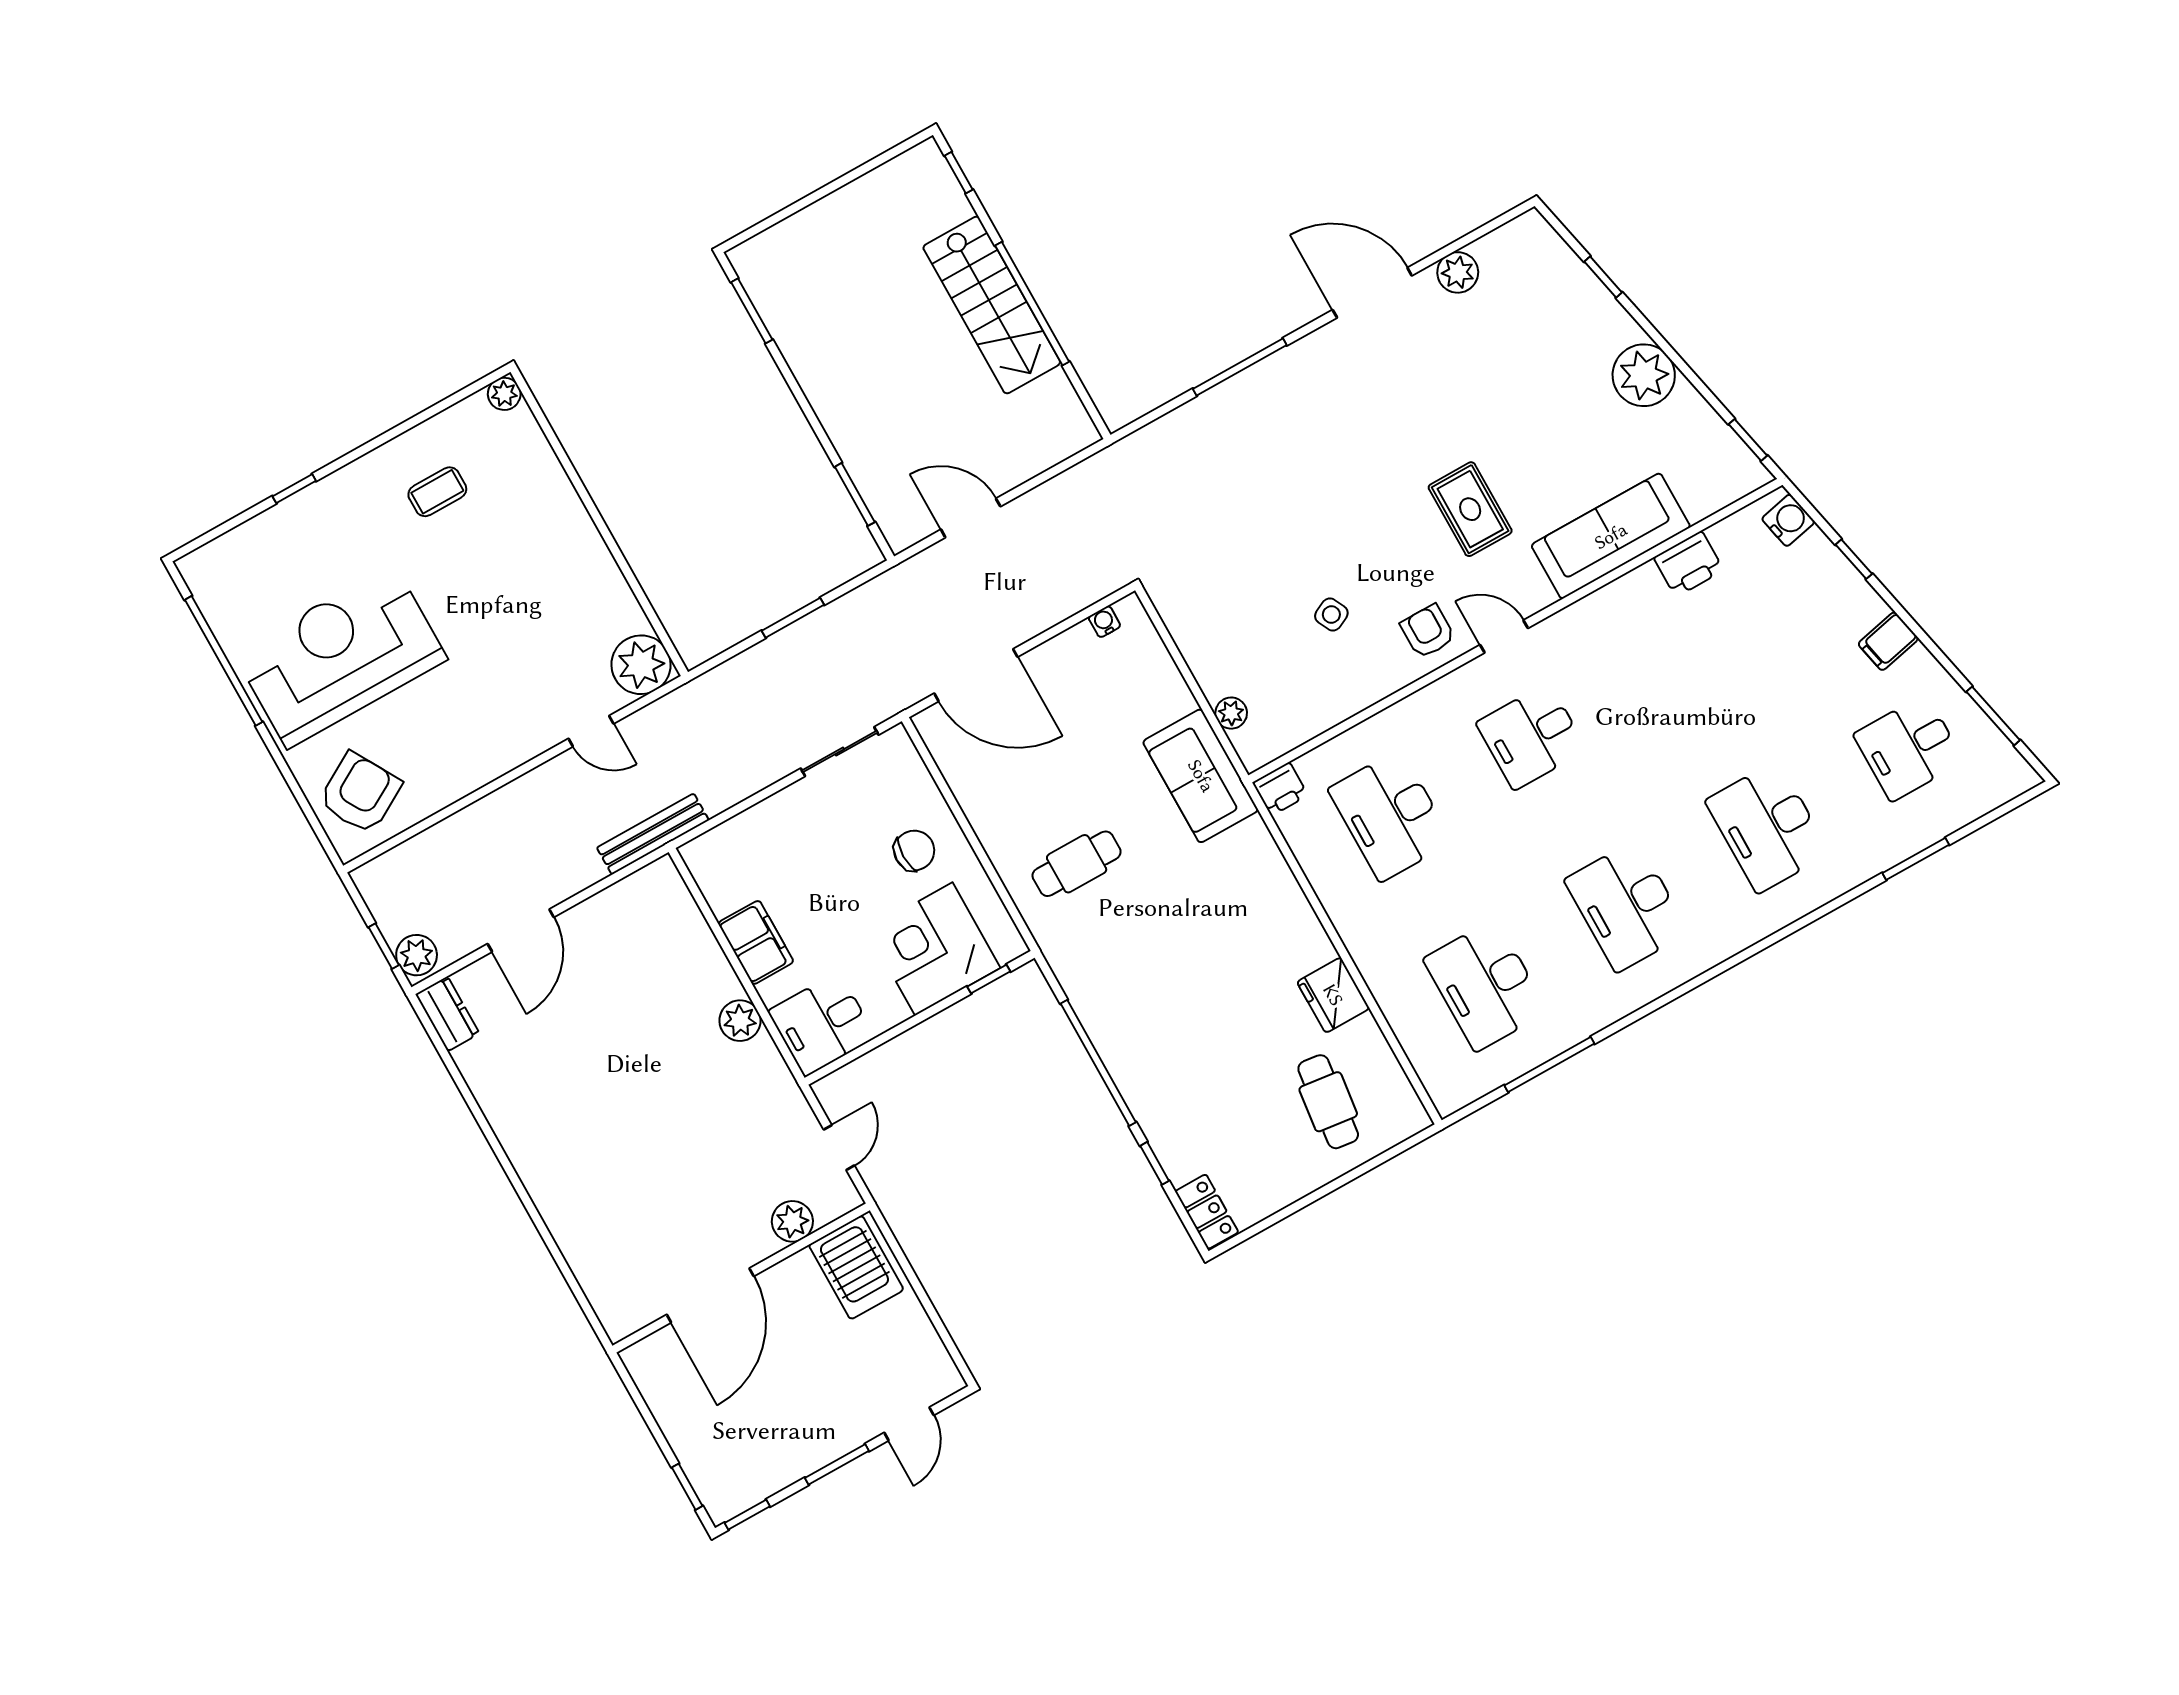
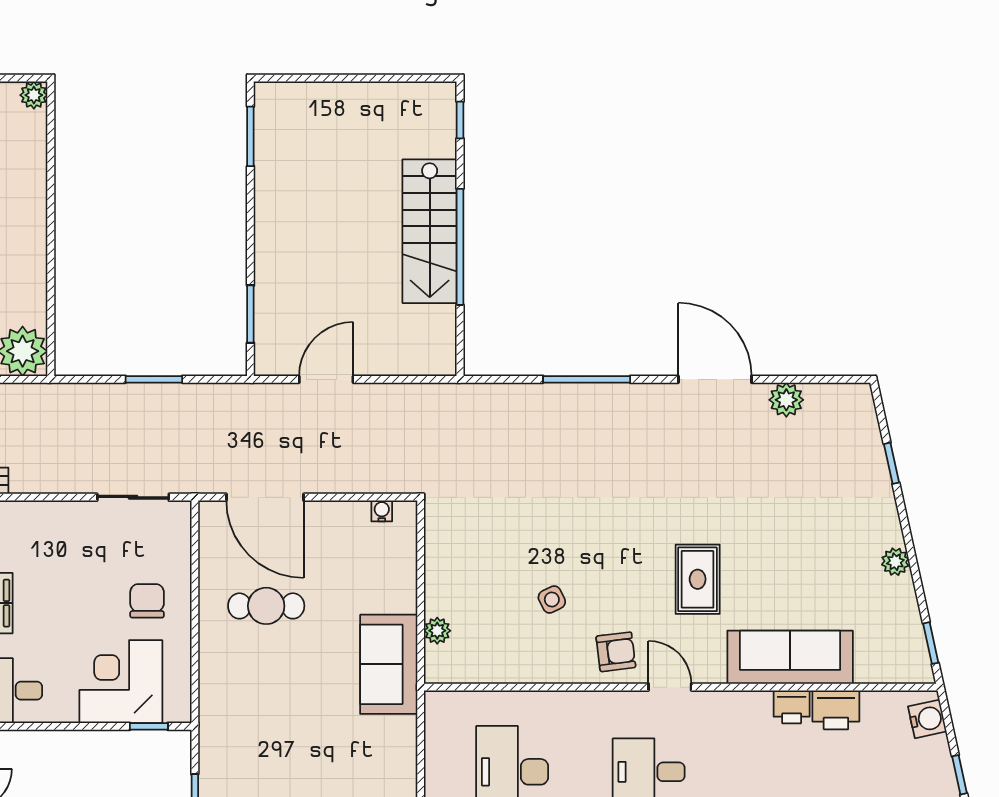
plant: (1644, 375) -> (895, 562), width x0.53, depth x0.53
door: (971, 518) -> (326, 379), hinge flipped
armchair: (1428, 631) -> (616, 652), turned 83
printer: (1280, 789) -> (792, 707), moved
chair: (914, 850) -> (147, 601), turned -90
cafe table: (1077, 864) -> (266, 606), moved

